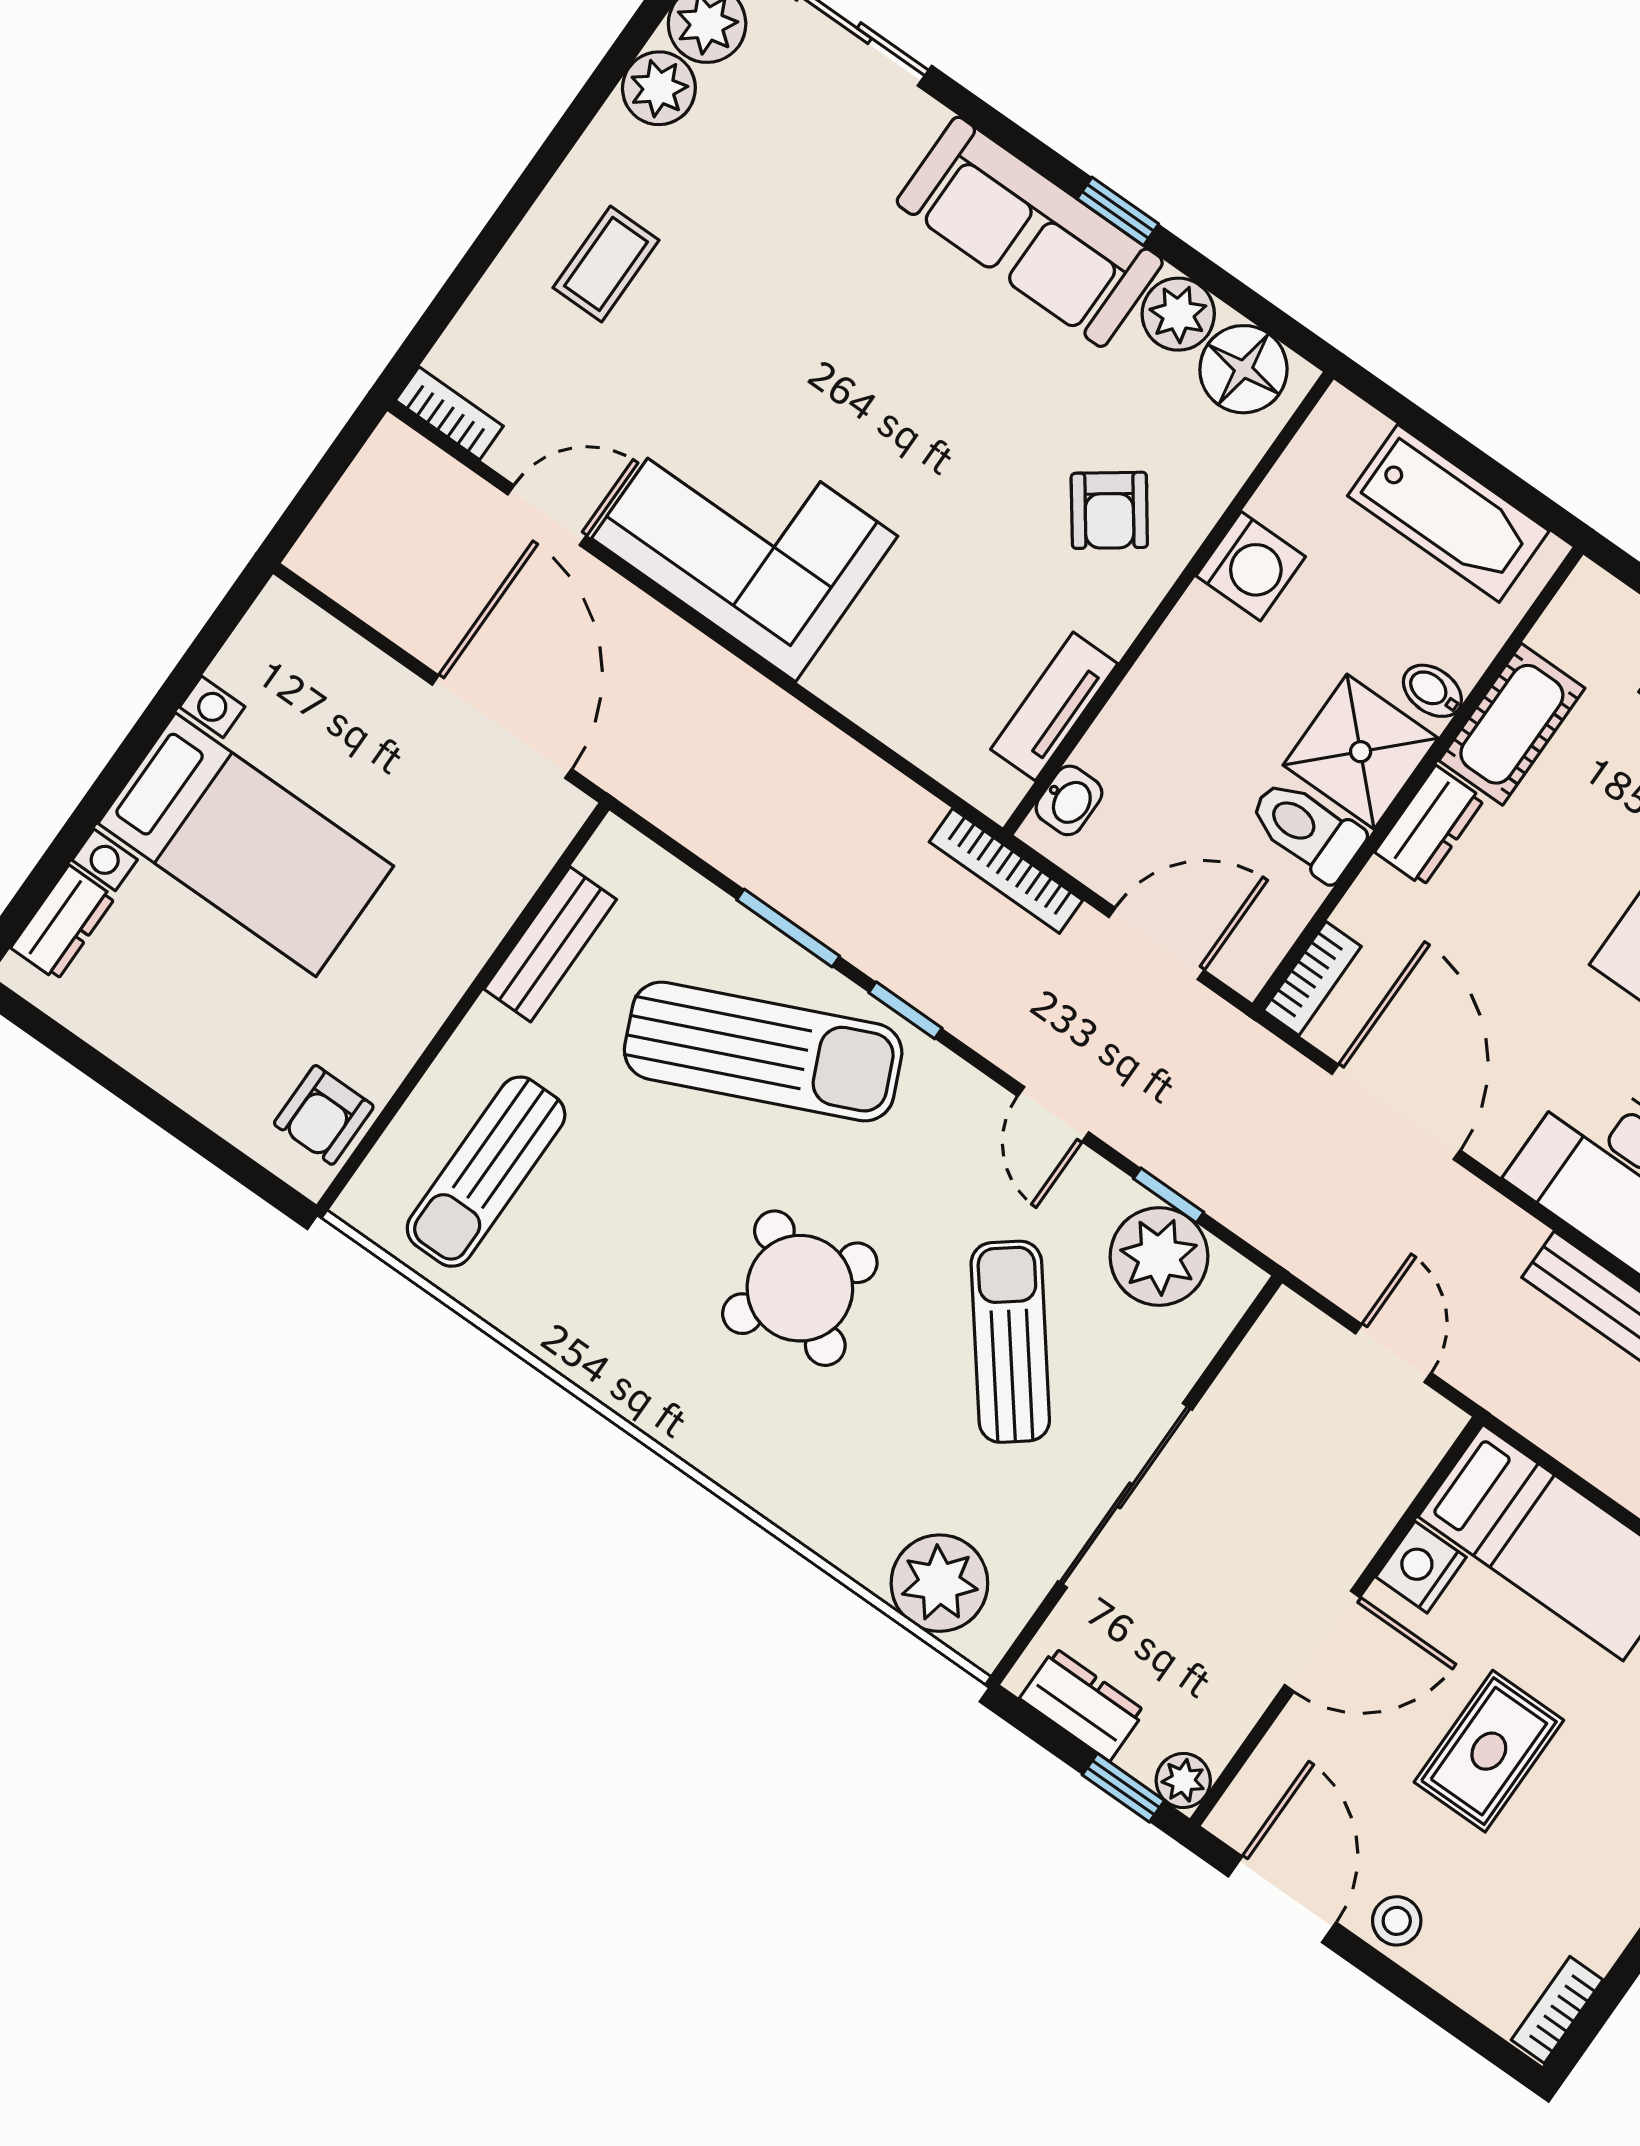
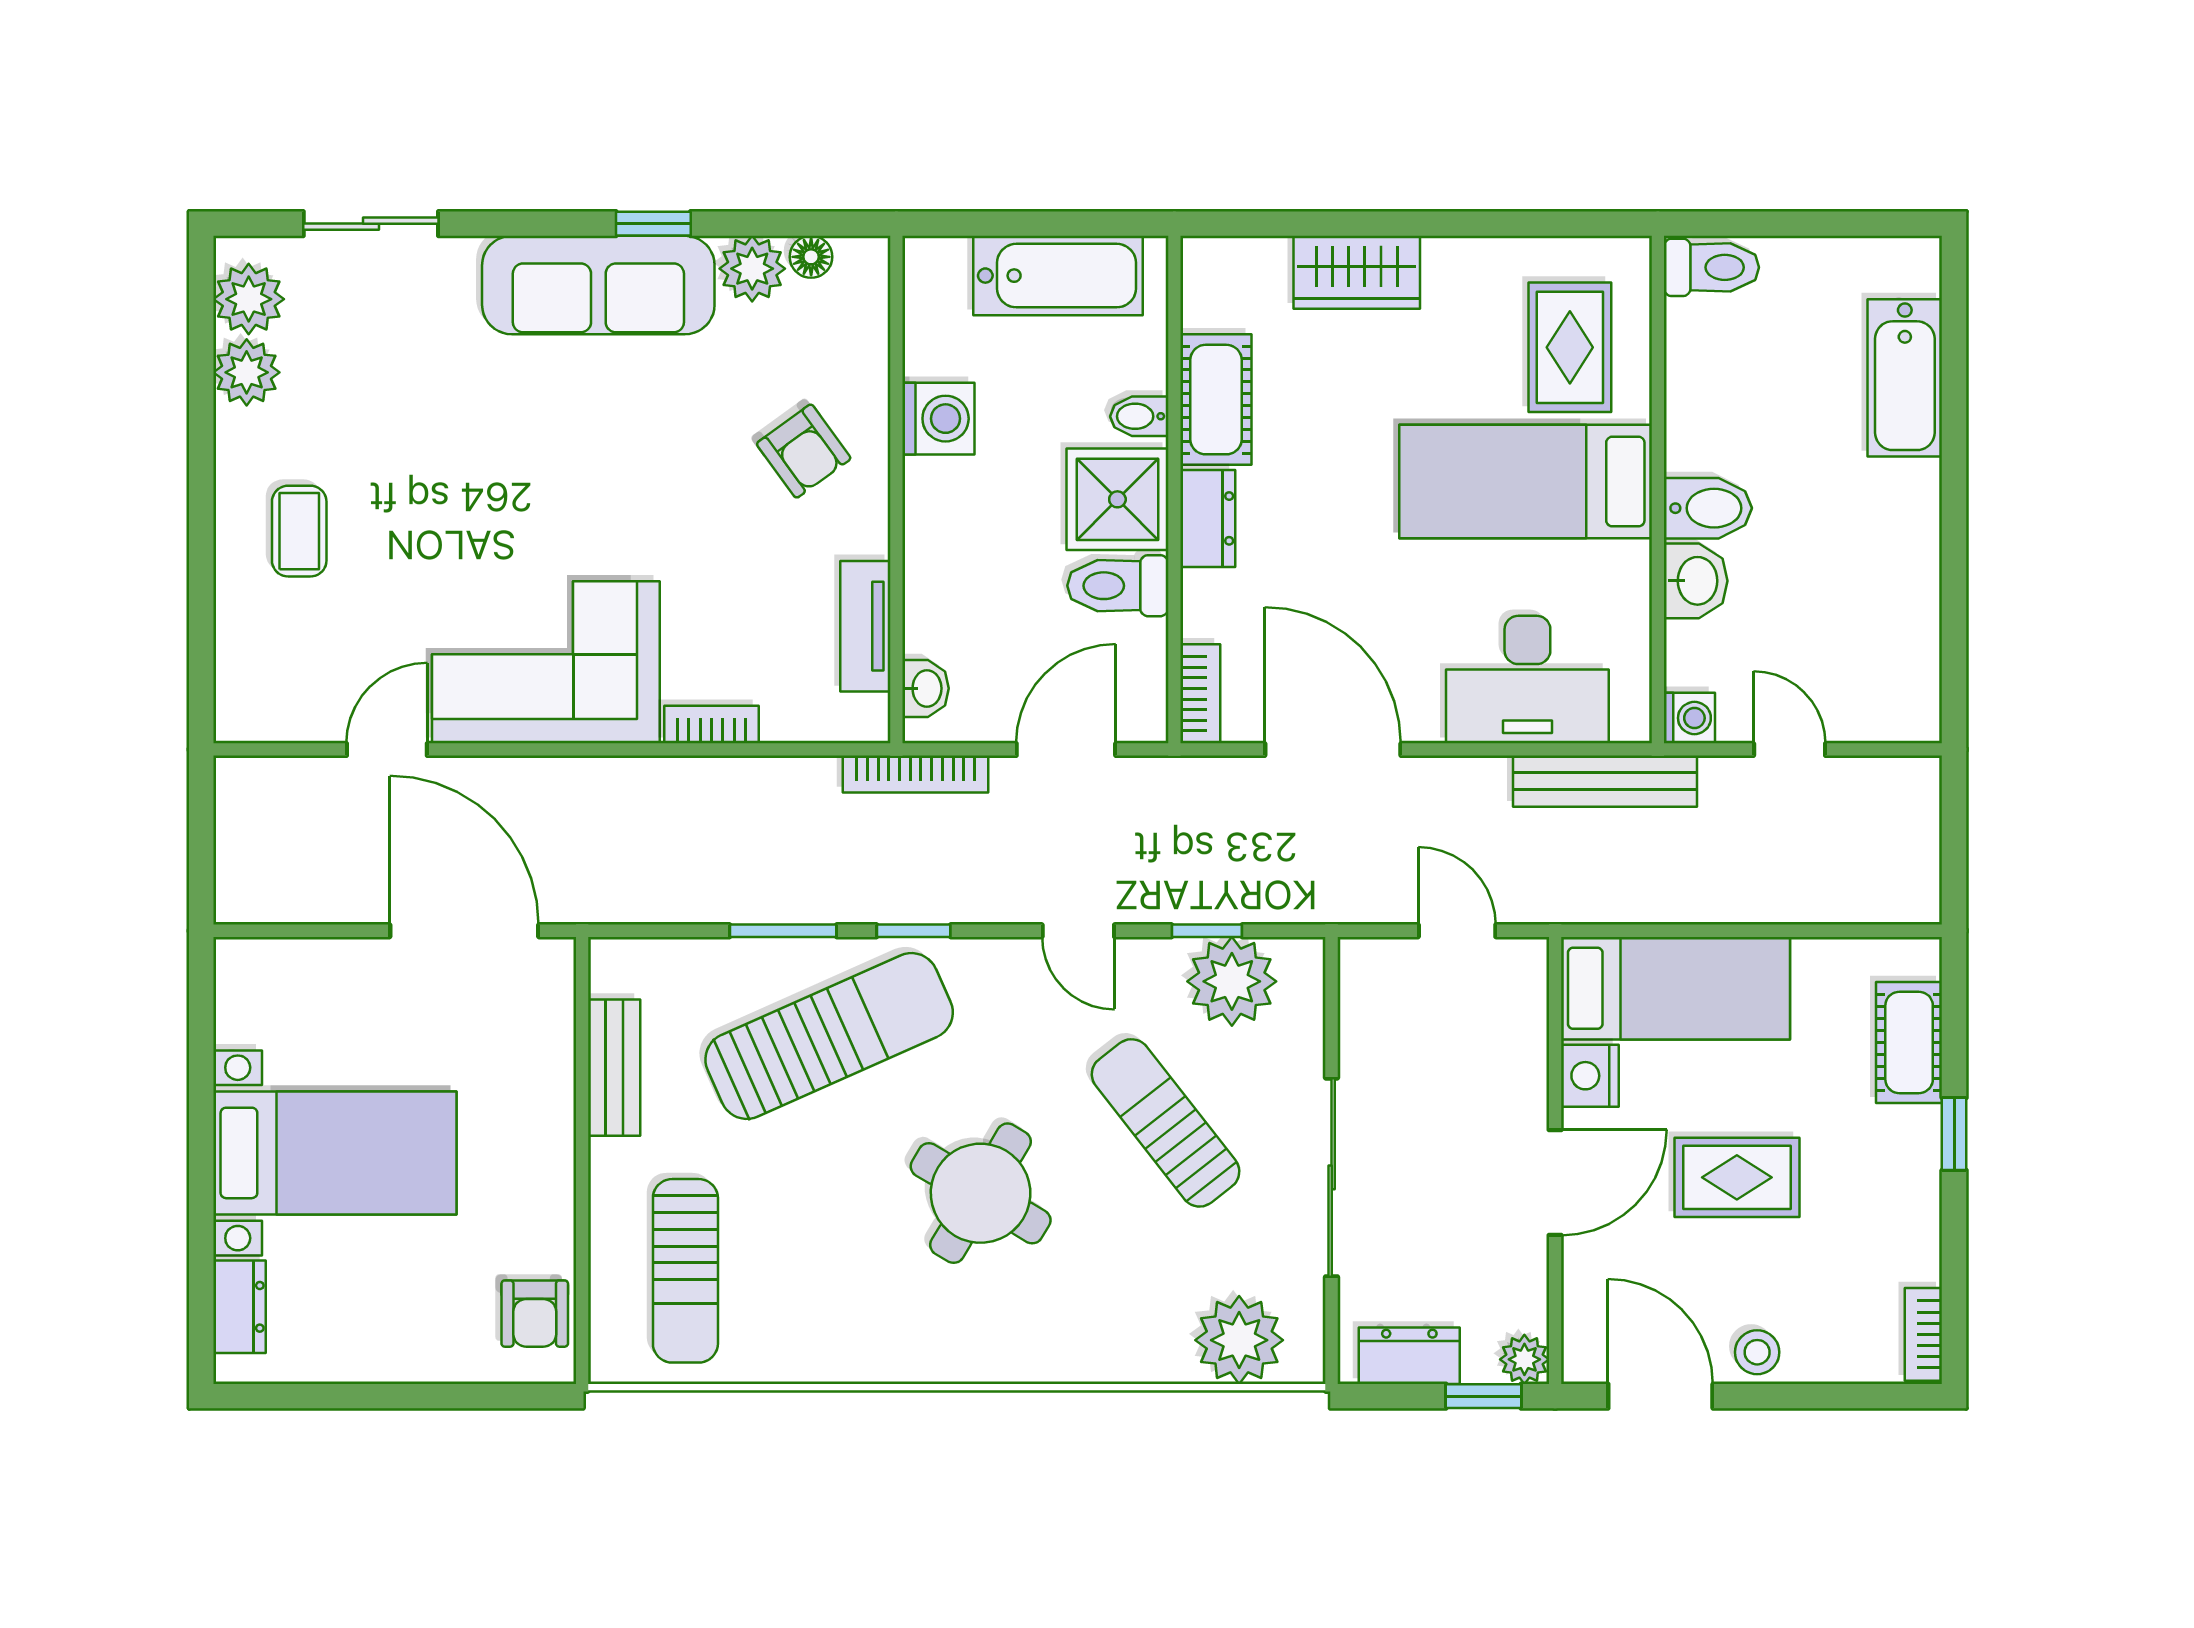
floor lamp: (1243, 369) -> (811, 257), width x0.53, depth x0.53
bookcase: (449, 413) -> (712, 725), moved
rug: (1489, 1751) -> (1737, 1177), turned 90

